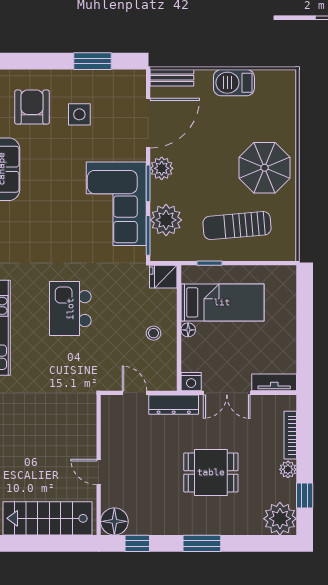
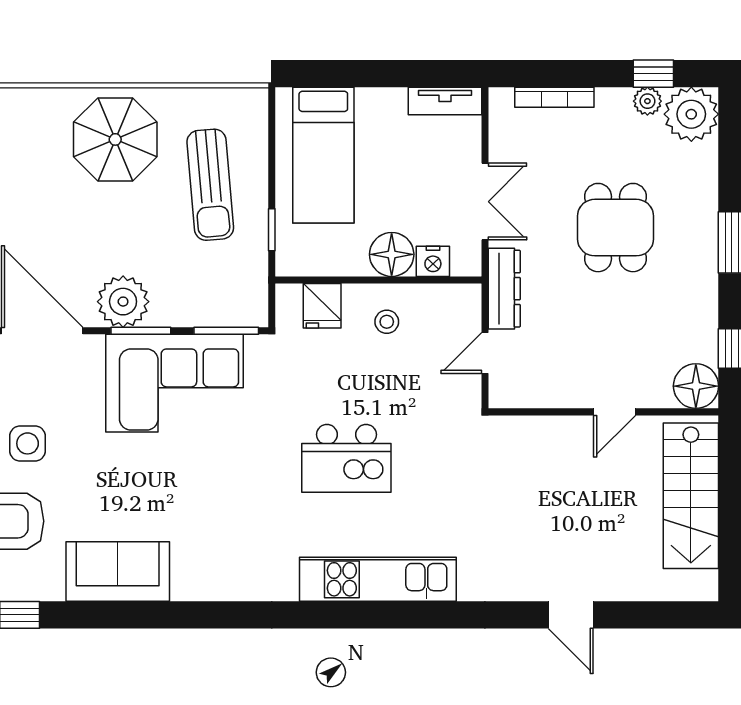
plant: (162, 168) -> (123, 302), width x1.36, depth x1.36
plant: (166, 220) -> (201, 301), removed
fridge: (163, 277) -> (322, 306), moved
bed: (222, 302) -> (323, 155), moved, turned 180
floor lamp: (188, 330) -> (392, 254), width x1.89, depth x1.89
nightstand: (191, 382) -> (433, 261), moved, turned 90
tv unit: (274, 382) -> (445, 101), moved, turned -90
plant: (288, 469) -> (647, 101), moved

